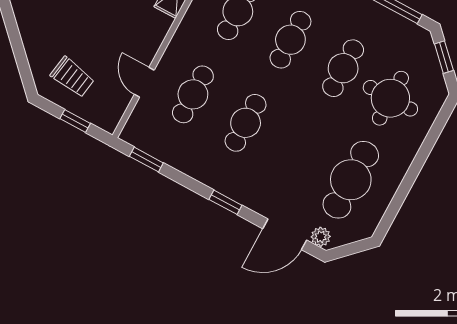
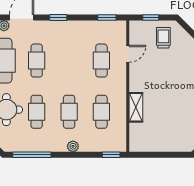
trolley: (72, 77) -> (163, 38), turned 81
door: (144, 82) -> (128, 54), hinge flipped
cafe table: (246, 123) -> (37, 61), moved

